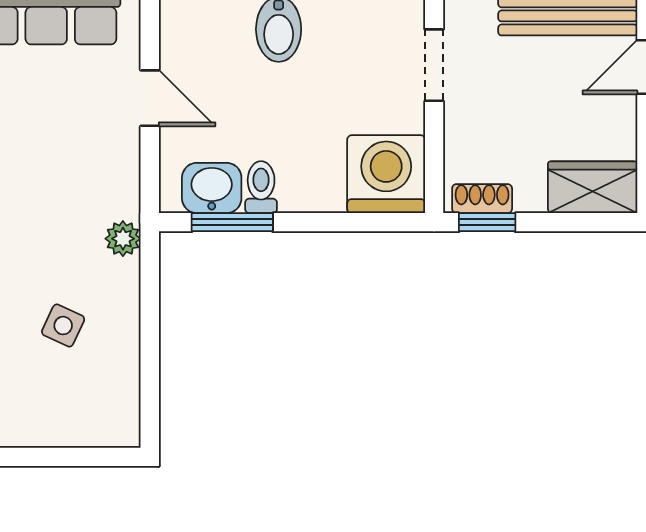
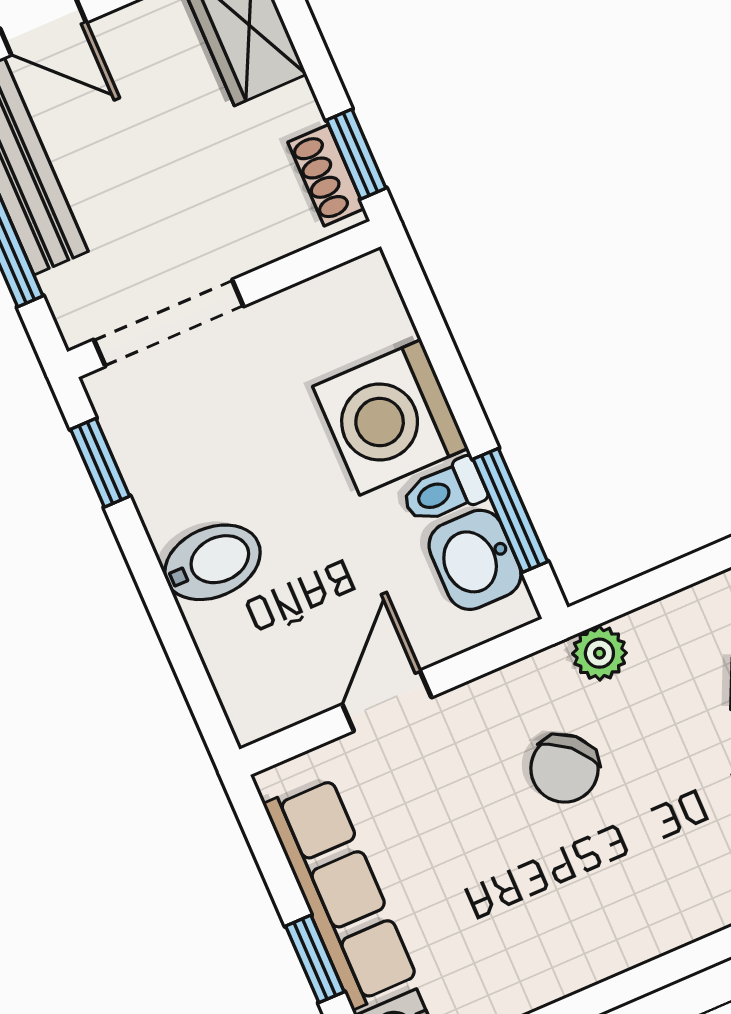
doorway: (434, 65) -> (169, 323), width x1.38
washing machine: (386, 174) -> (390, 417), moved
chair: (63, 187) -> (564, 768), added

